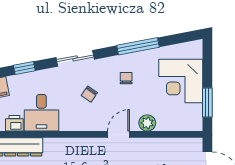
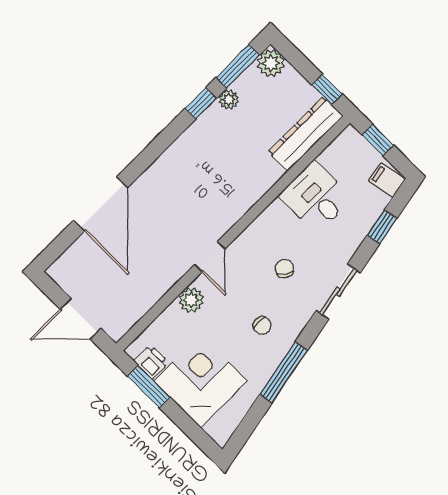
printer: (14, 123) -> (151, 362), moved, turned -90

